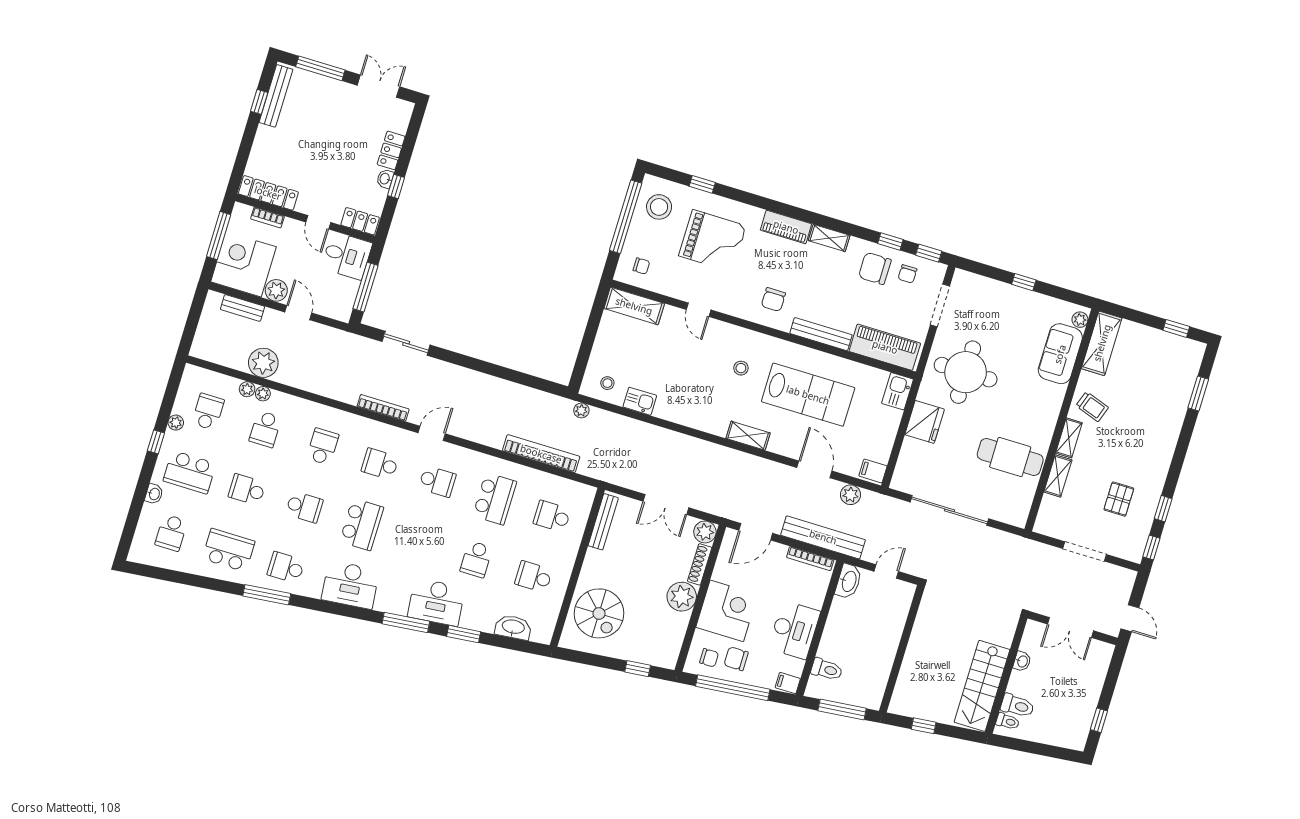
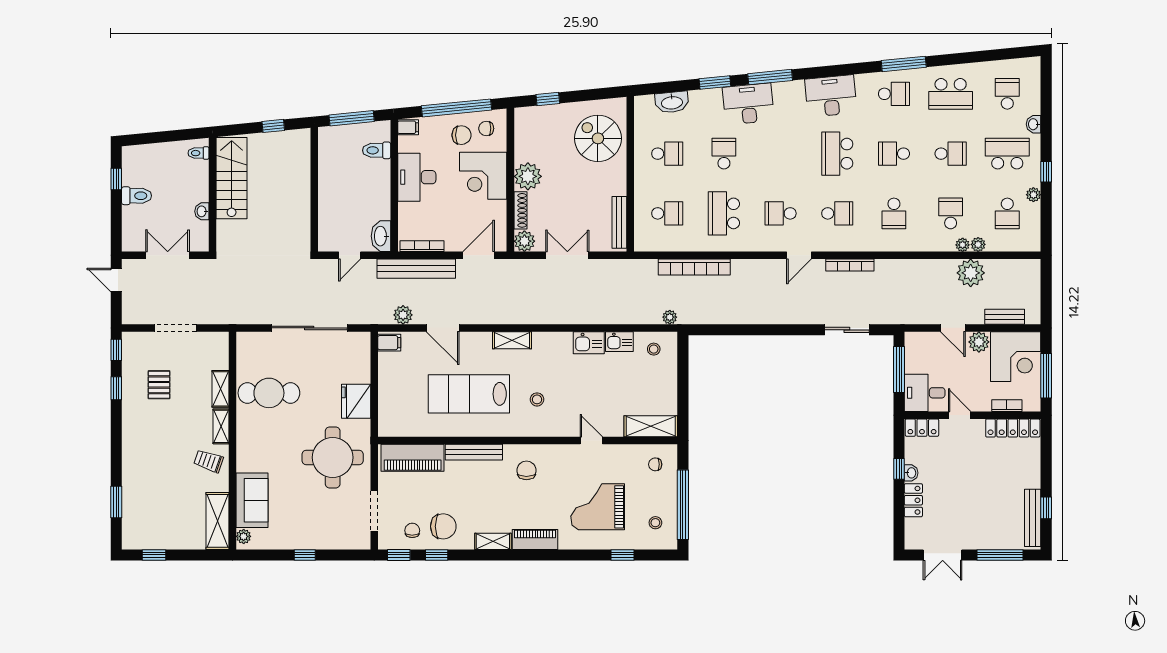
stool: (659, 207) -> (655, 523), width x0.53, depth x0.53
kitchen sink: (897, 391) -> (589, 343), moved, turned 90
toilet: (1017, 706) -> (137, 196), moved, turned 180

